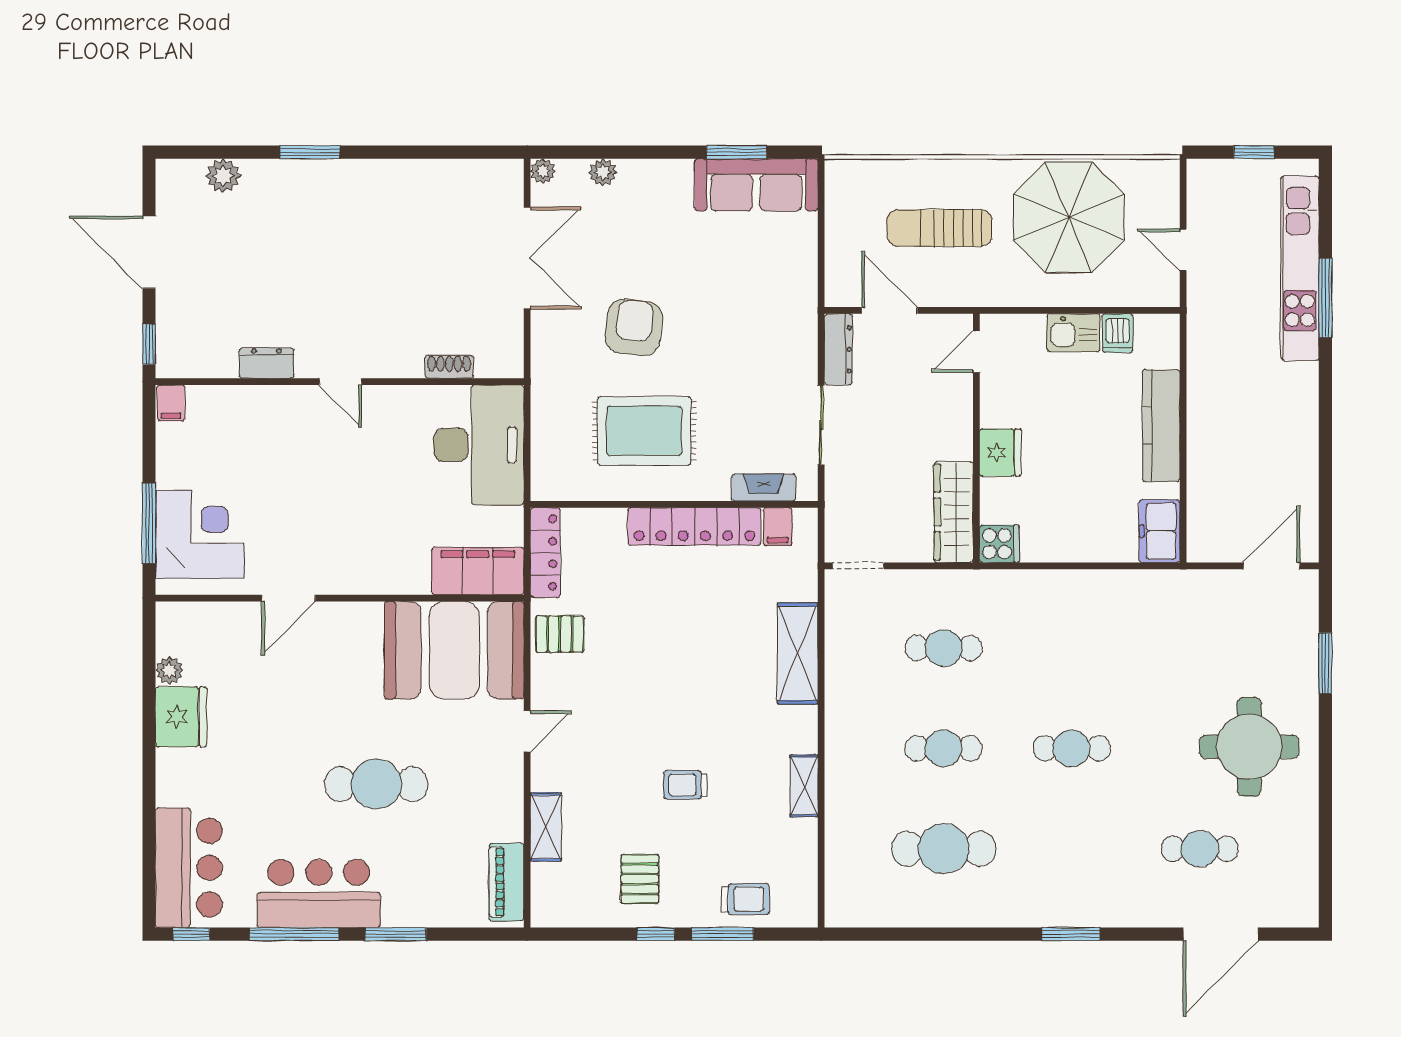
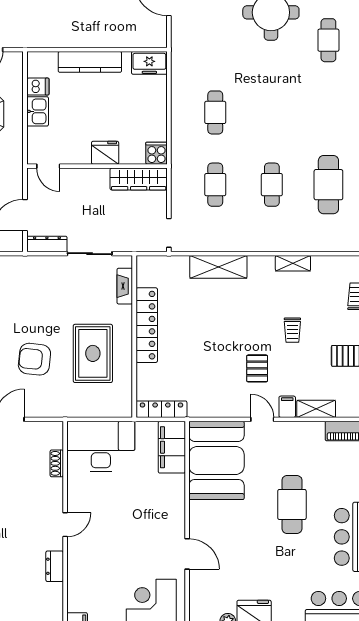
filing cabinet: (778, 527) -> (287, 407), moved, turned -90
pallet: (560, 634) -> (257, 368), moved
cafe table: (1072, 748) -> (215, 112), moved

